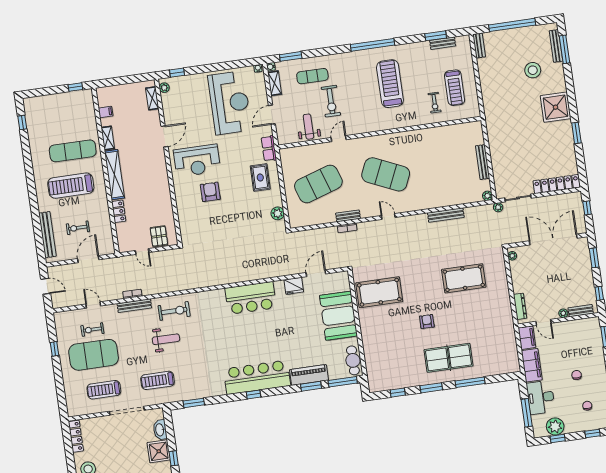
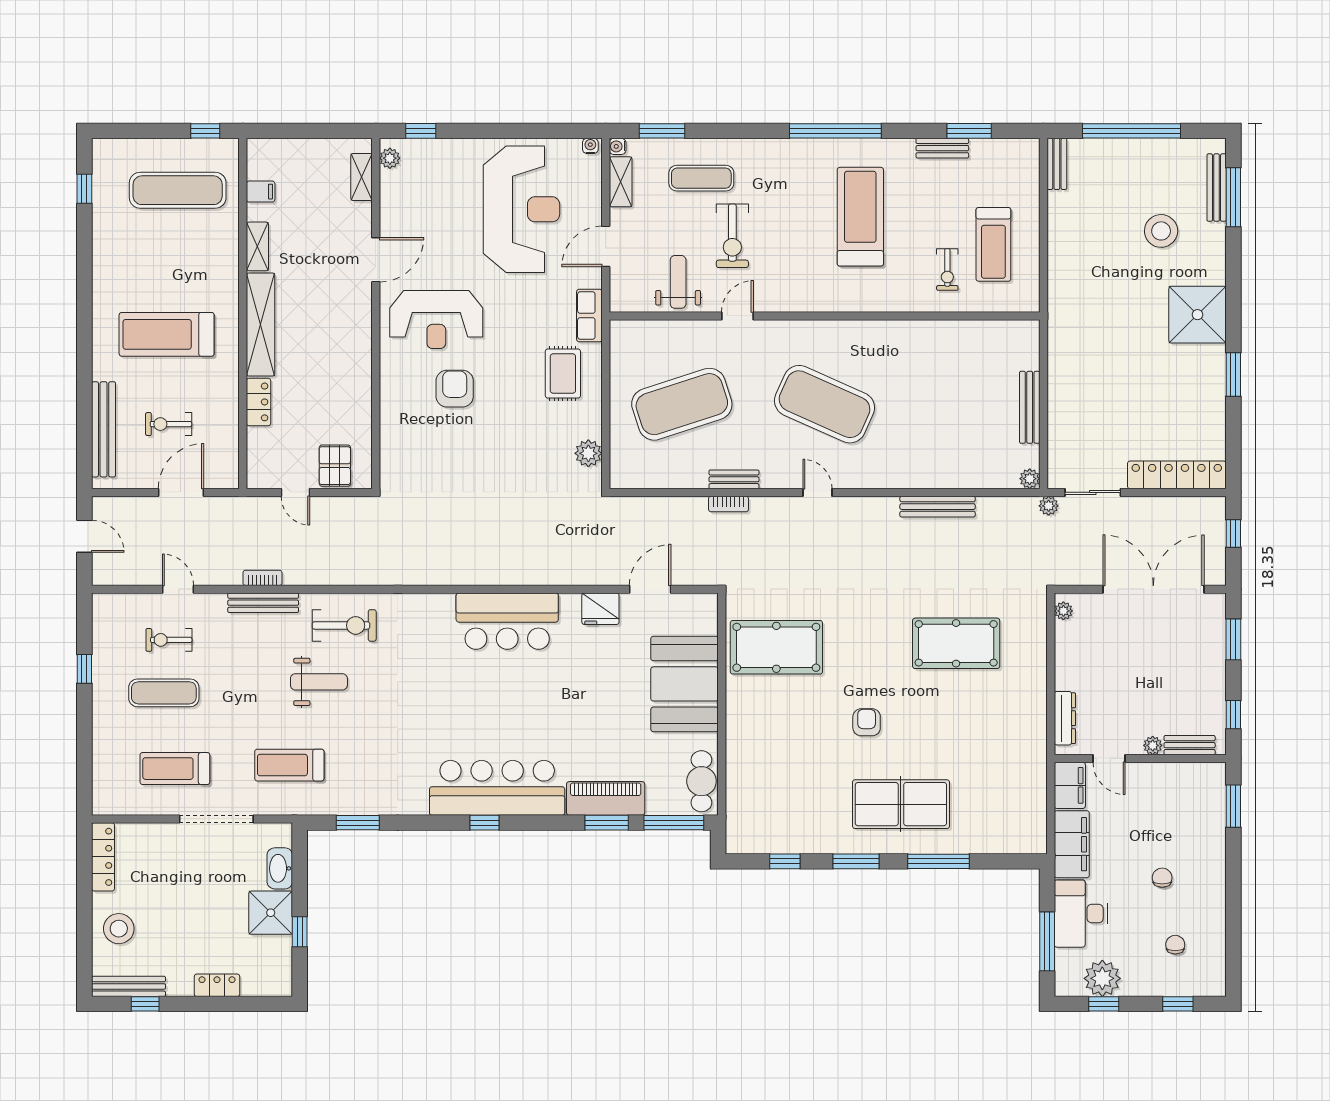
bench: (443, 43) -> (942, 148), moved
exercise mat: (73, 151) -> (178, 190), moved
exercise mat: (94, 355) -> (164, 693), width x0.50, depth x0.69

